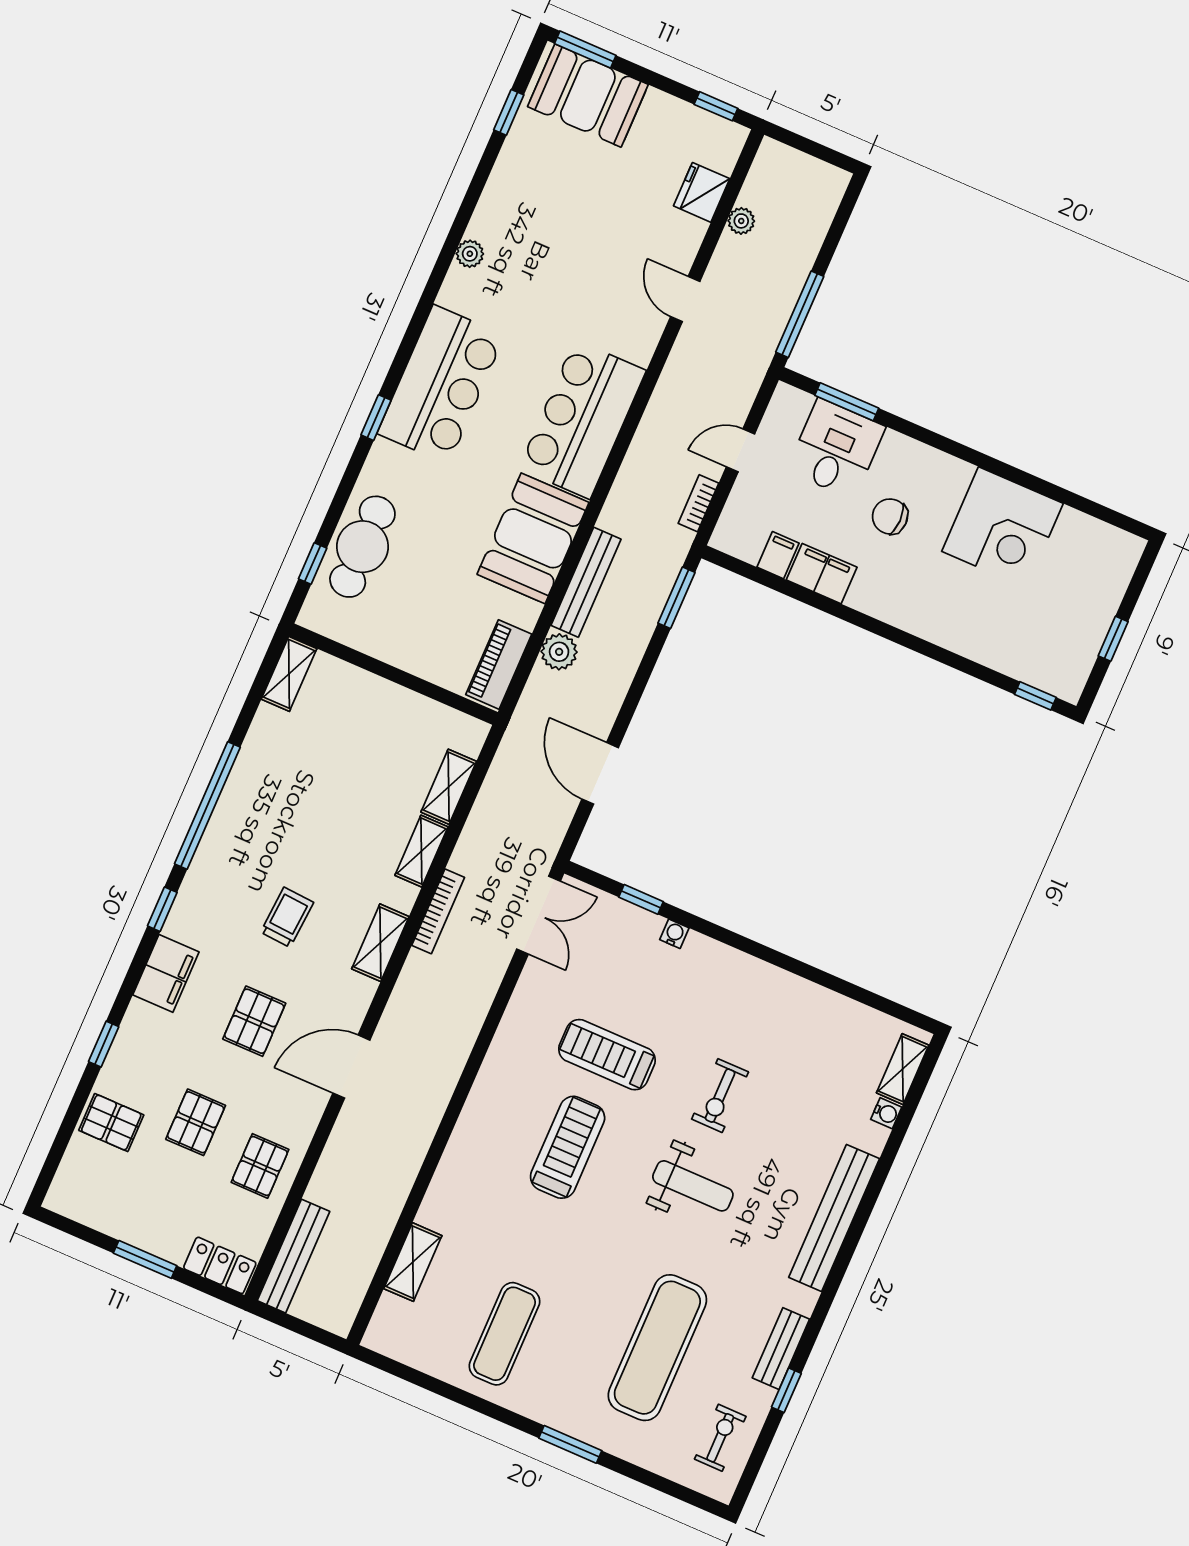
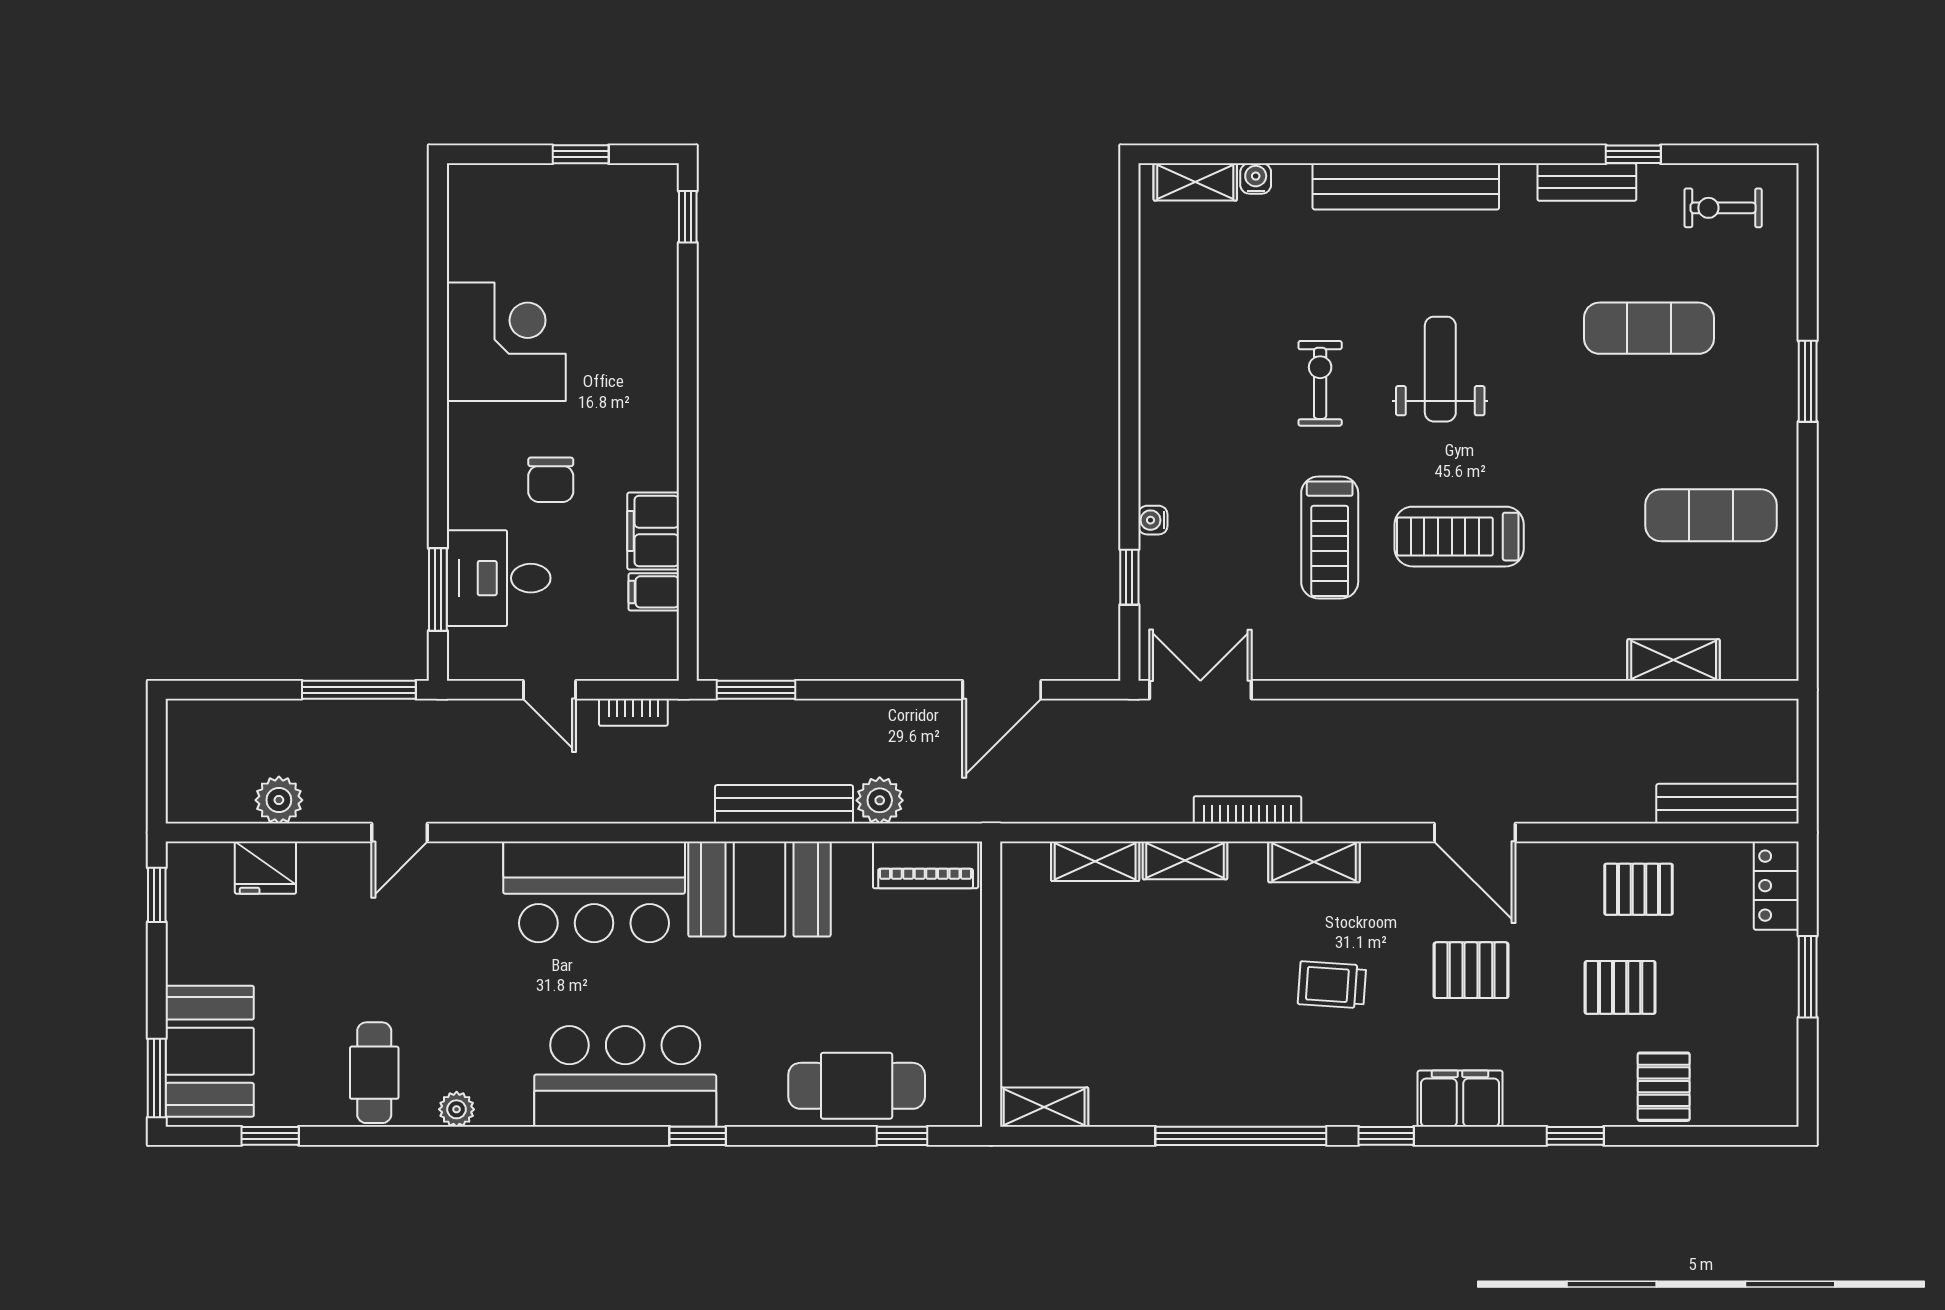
cafe table: (522, 206) -> (374, 1073), added
plant: (741, 221) -> (279, 800), width x1.38, depth x1.38
exercise bike: (720, 1096) -> (1320, 383), turned -90
exercise mat: (657, 1348) -> (1649, 328), width x0.73, depth x0.69

